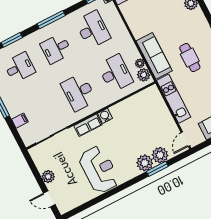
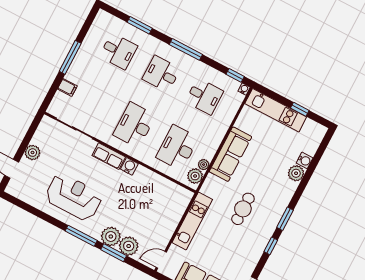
desk: (93, 30) -> (204, 96), width x0.73
sofa: (154, 56) -> (230, 154), moved
desk: (115, 73) -> (177, 148), turned 180
reception desk: (99, 170) -> (74, 197), turned -90
window: (130, 183) -> (81, 236), added

